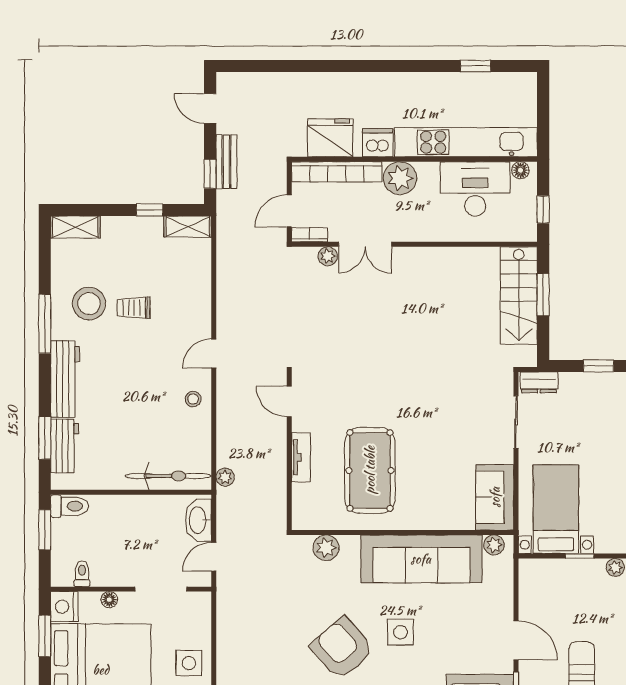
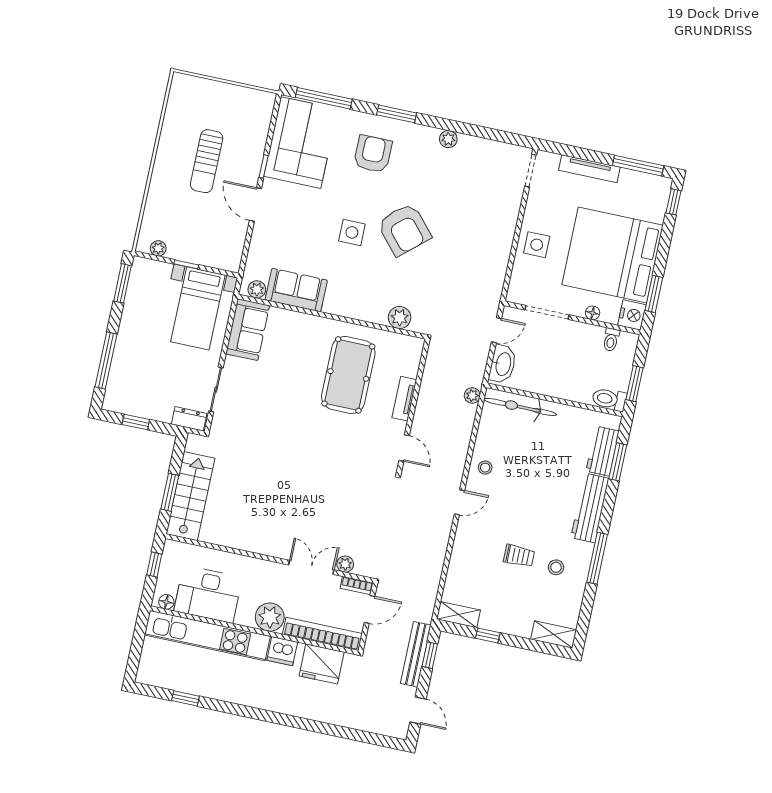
bench: (226, 162) -> (416, 654), width x1.36
stool: (89, 304) -> (556, 567), width x0.53, depth x0.53
sofa: (421, 559) -> (296, 290), width x0.54, depth x0.79

